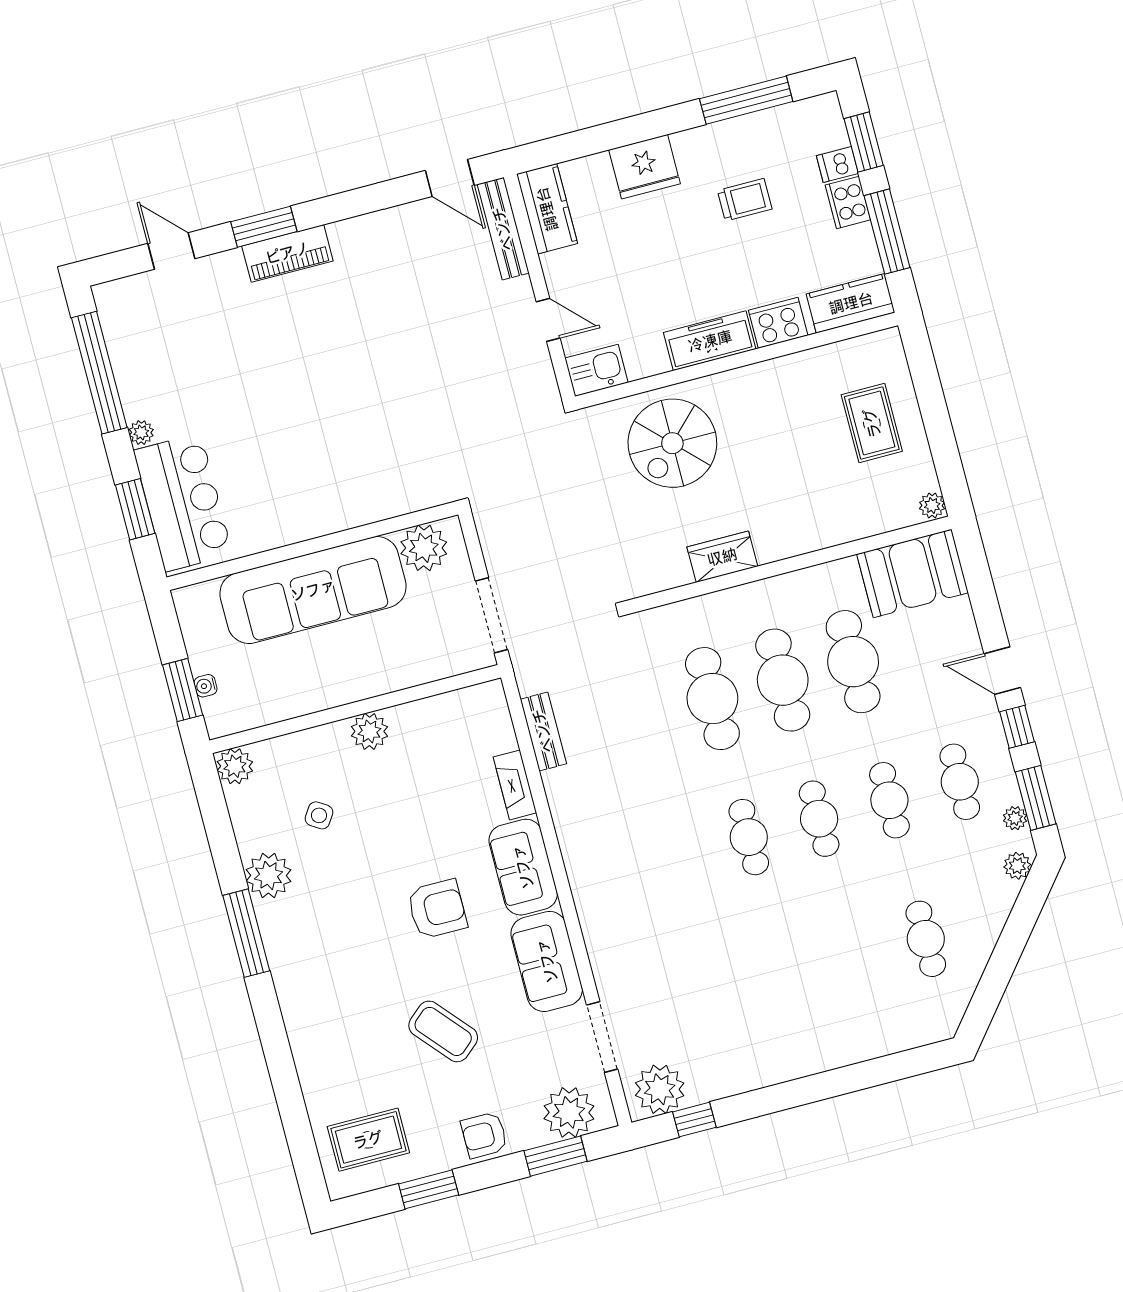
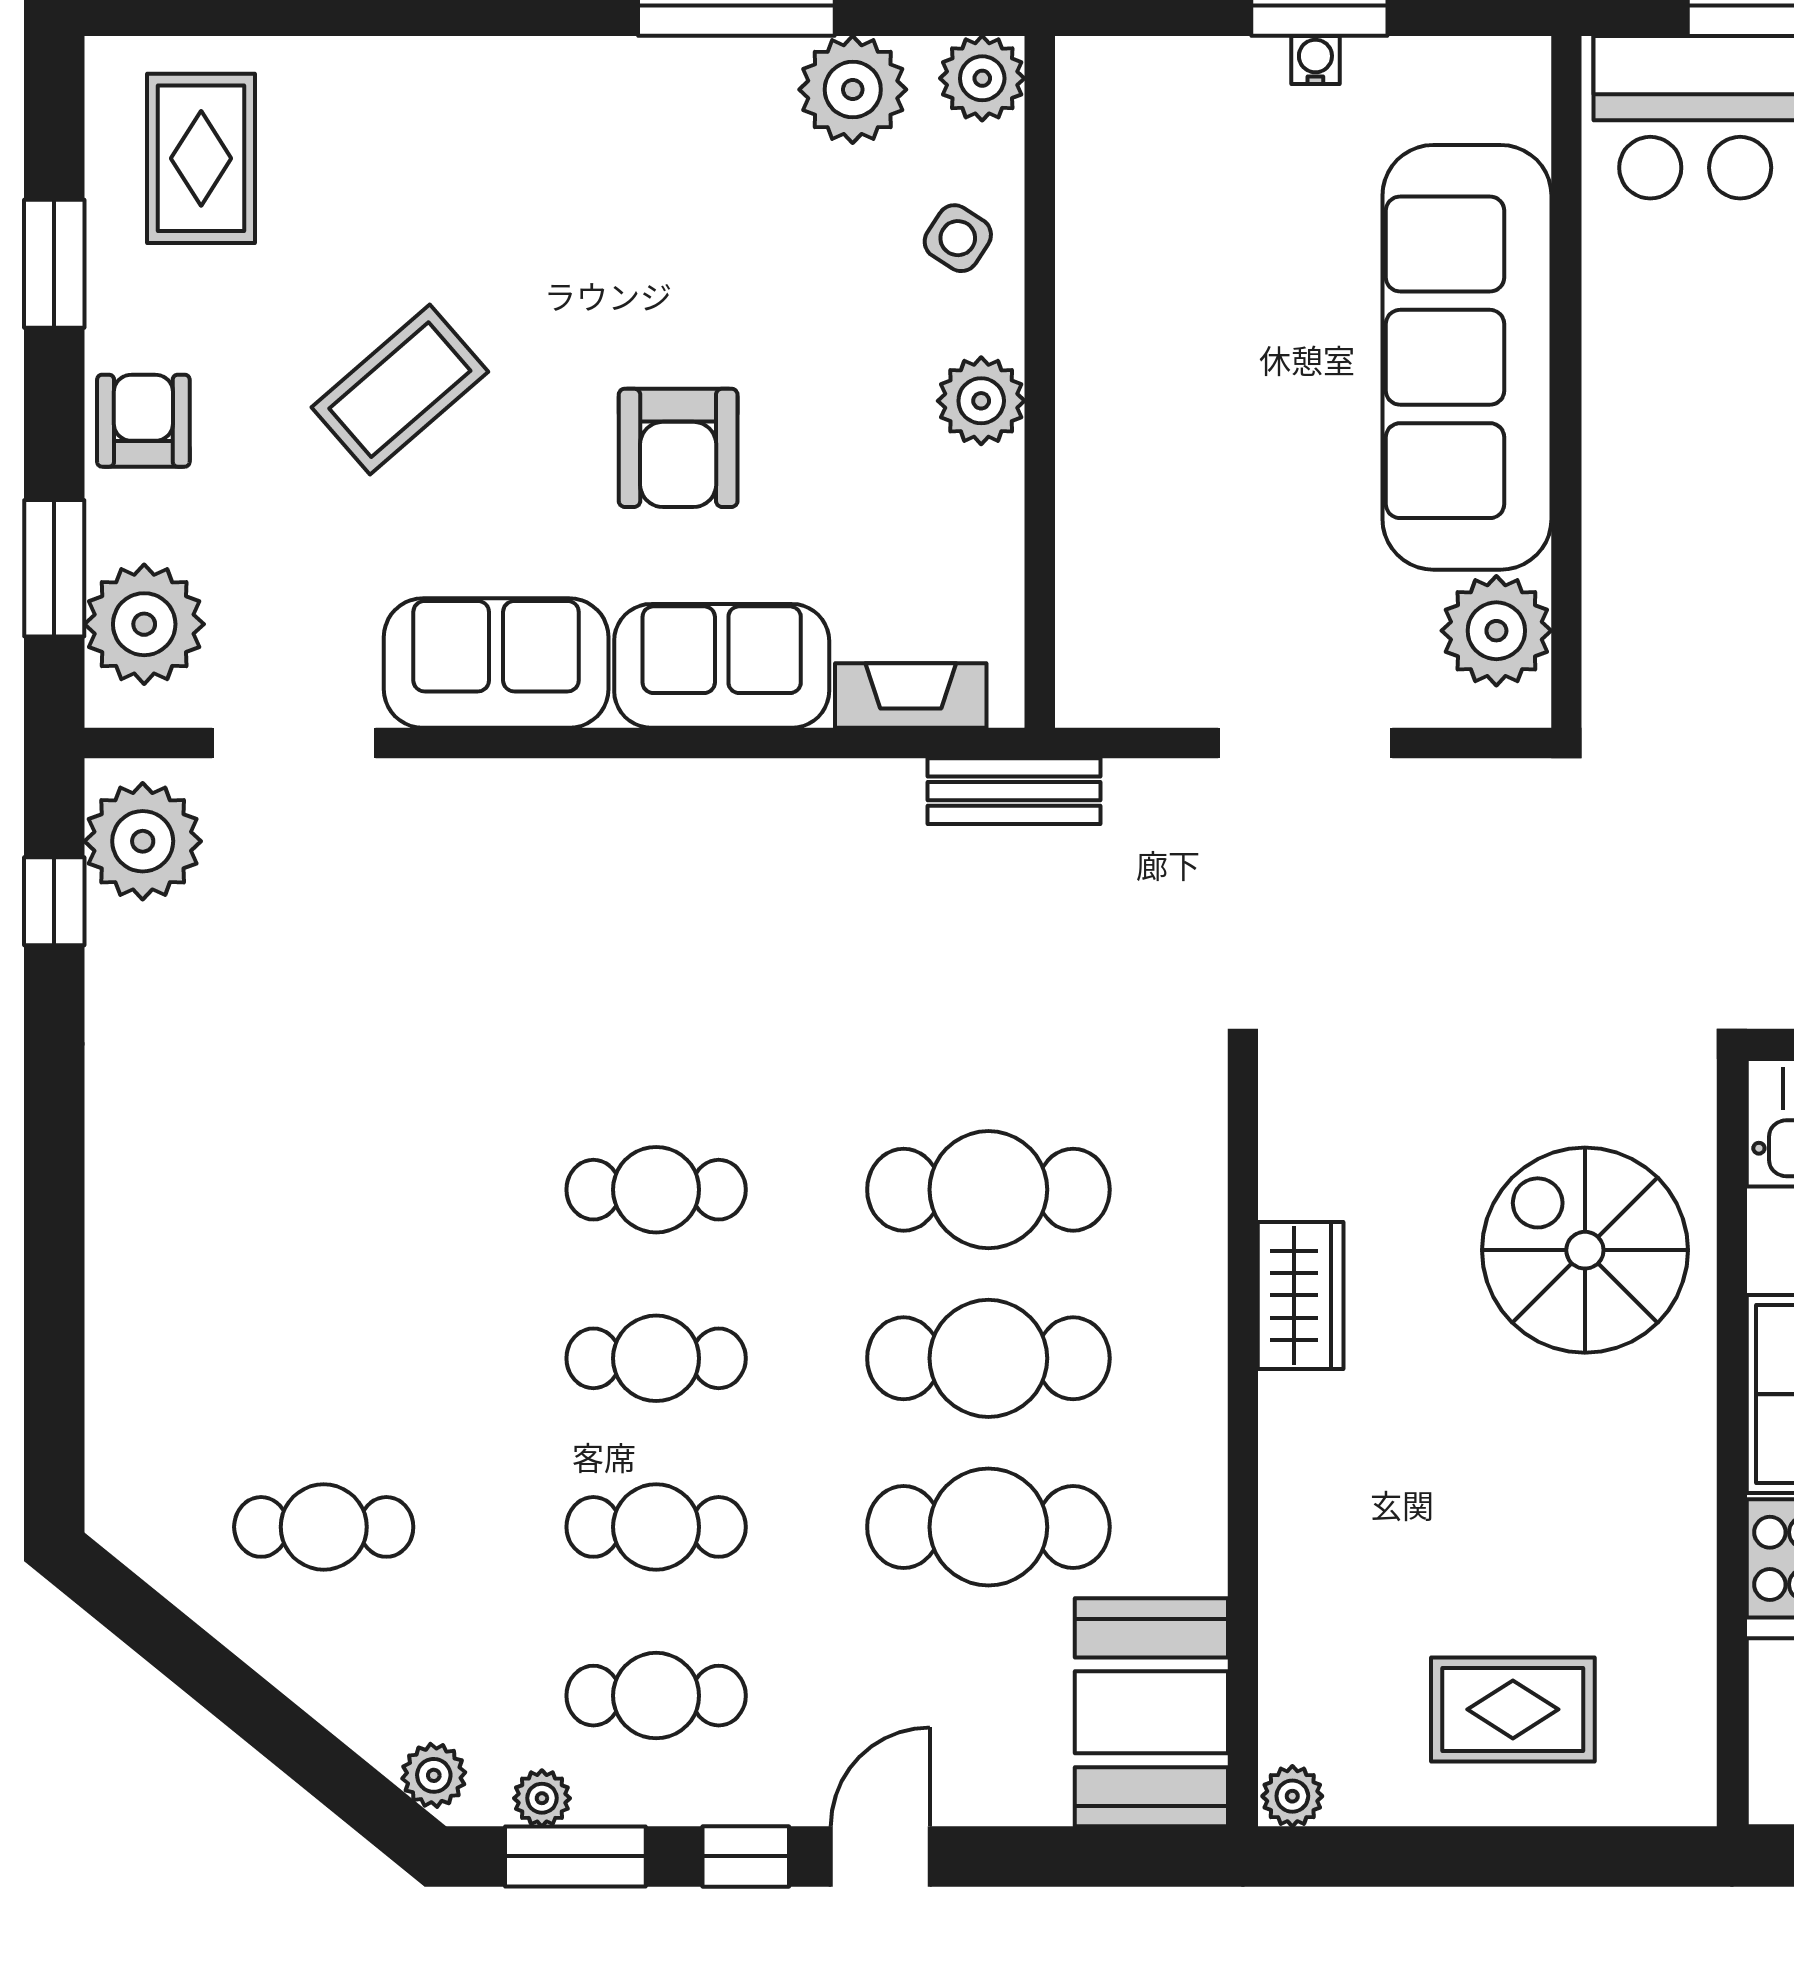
wall: (355, 709) -> (1040, 382), moved
plant: (369, 731) -> (981, 401), moved
plant: (235, 766) -> (982, 78), moved

